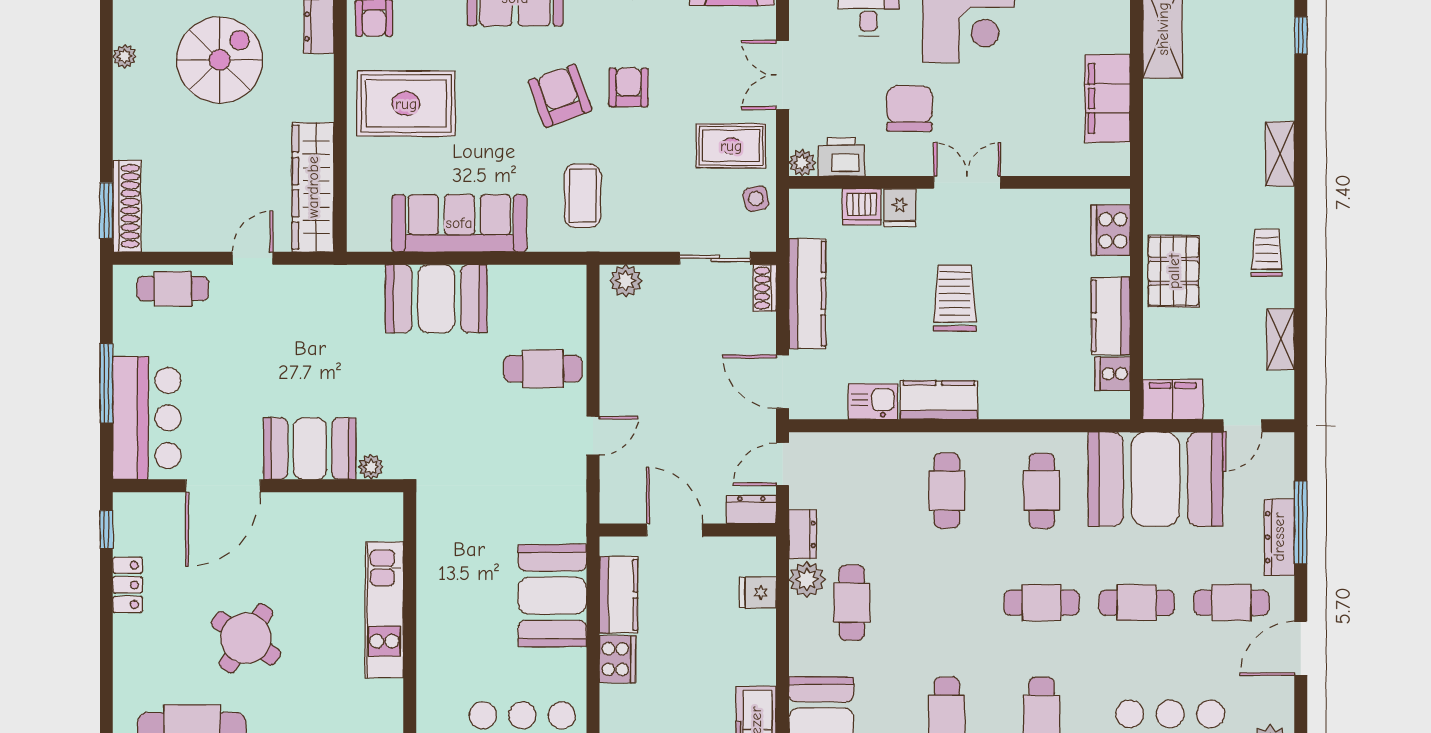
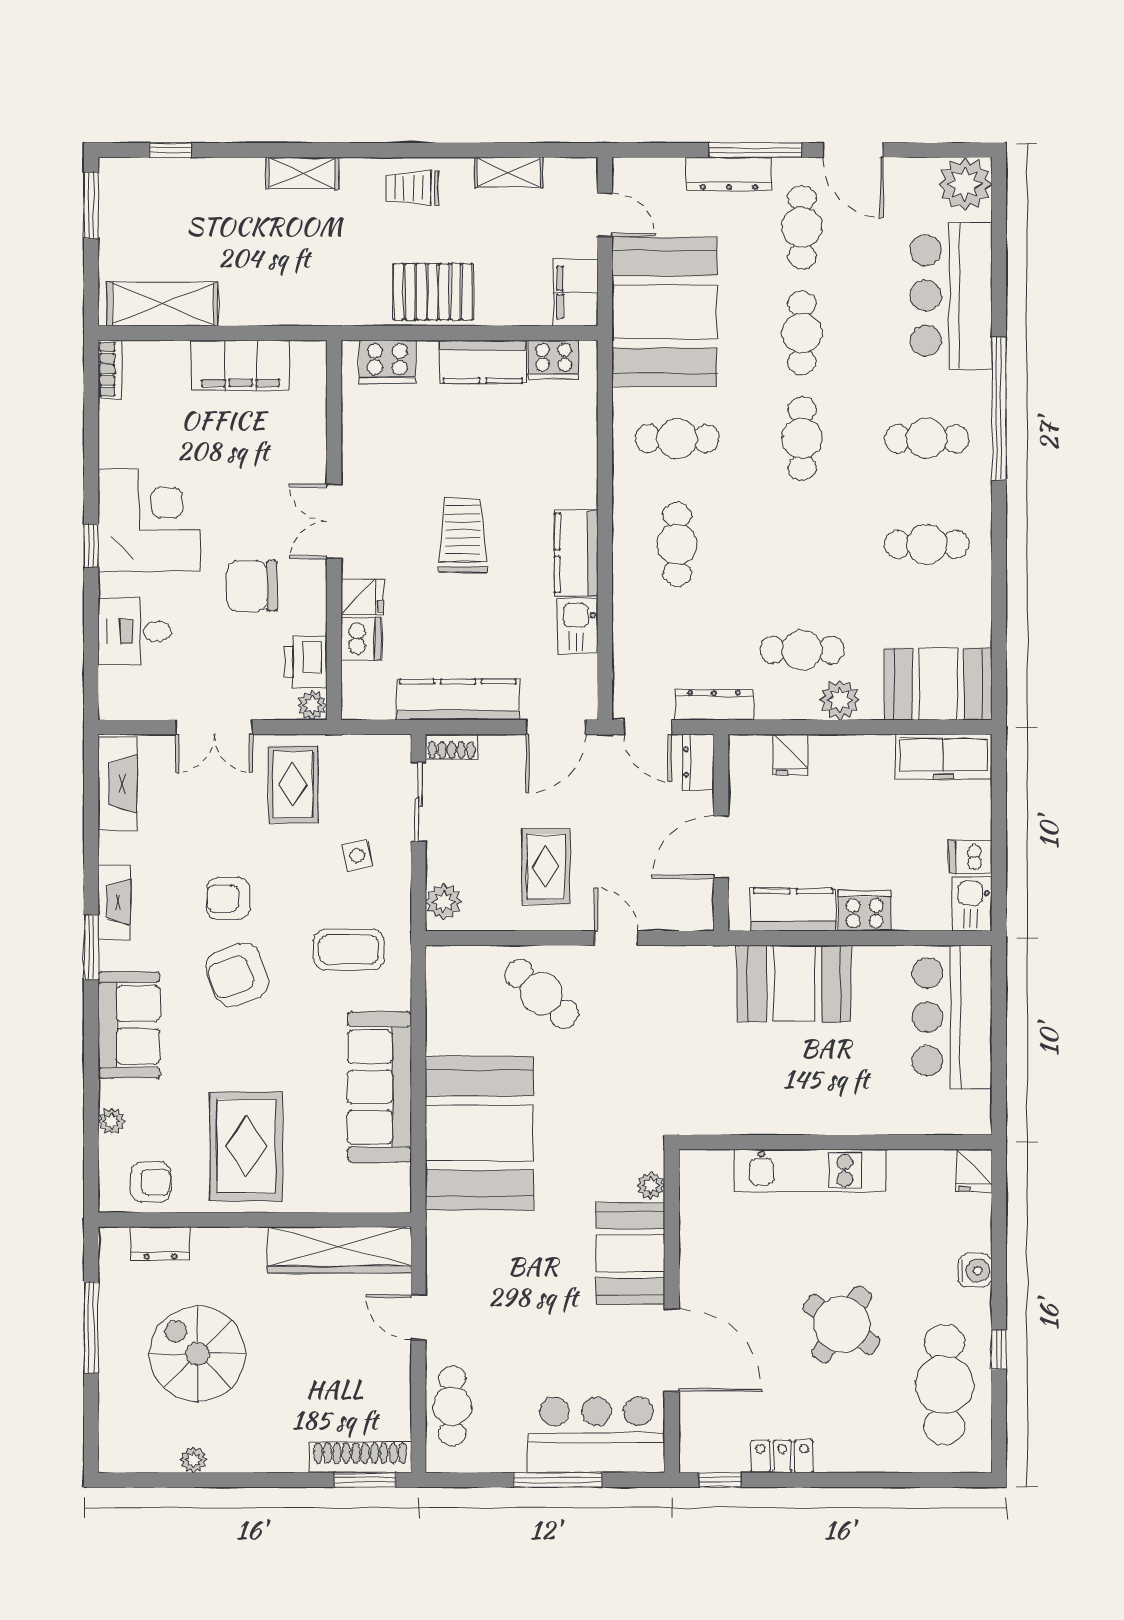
side table: (756, 199) -> (357, 855), moved
trolley: (955, 298) -> (463, 535), turned 90
booth: (436, 299) -> (479, 1133), width x1.36, depth x1.42
cafe table: (543, 369) -> (541, 994), turned -48
rug: (657, 373) -> (546, 867), added
cooker: (1113, 374) -> (554, 360), width x1.36
cafe table: (947, 491) -> (677, 544), turned 90
window: (1301, 523) -> (755, 150), moved
dresser: (803, 534) -> (714, 705), width x1.44
plant: (807, 579) -> (840, 700), moved

